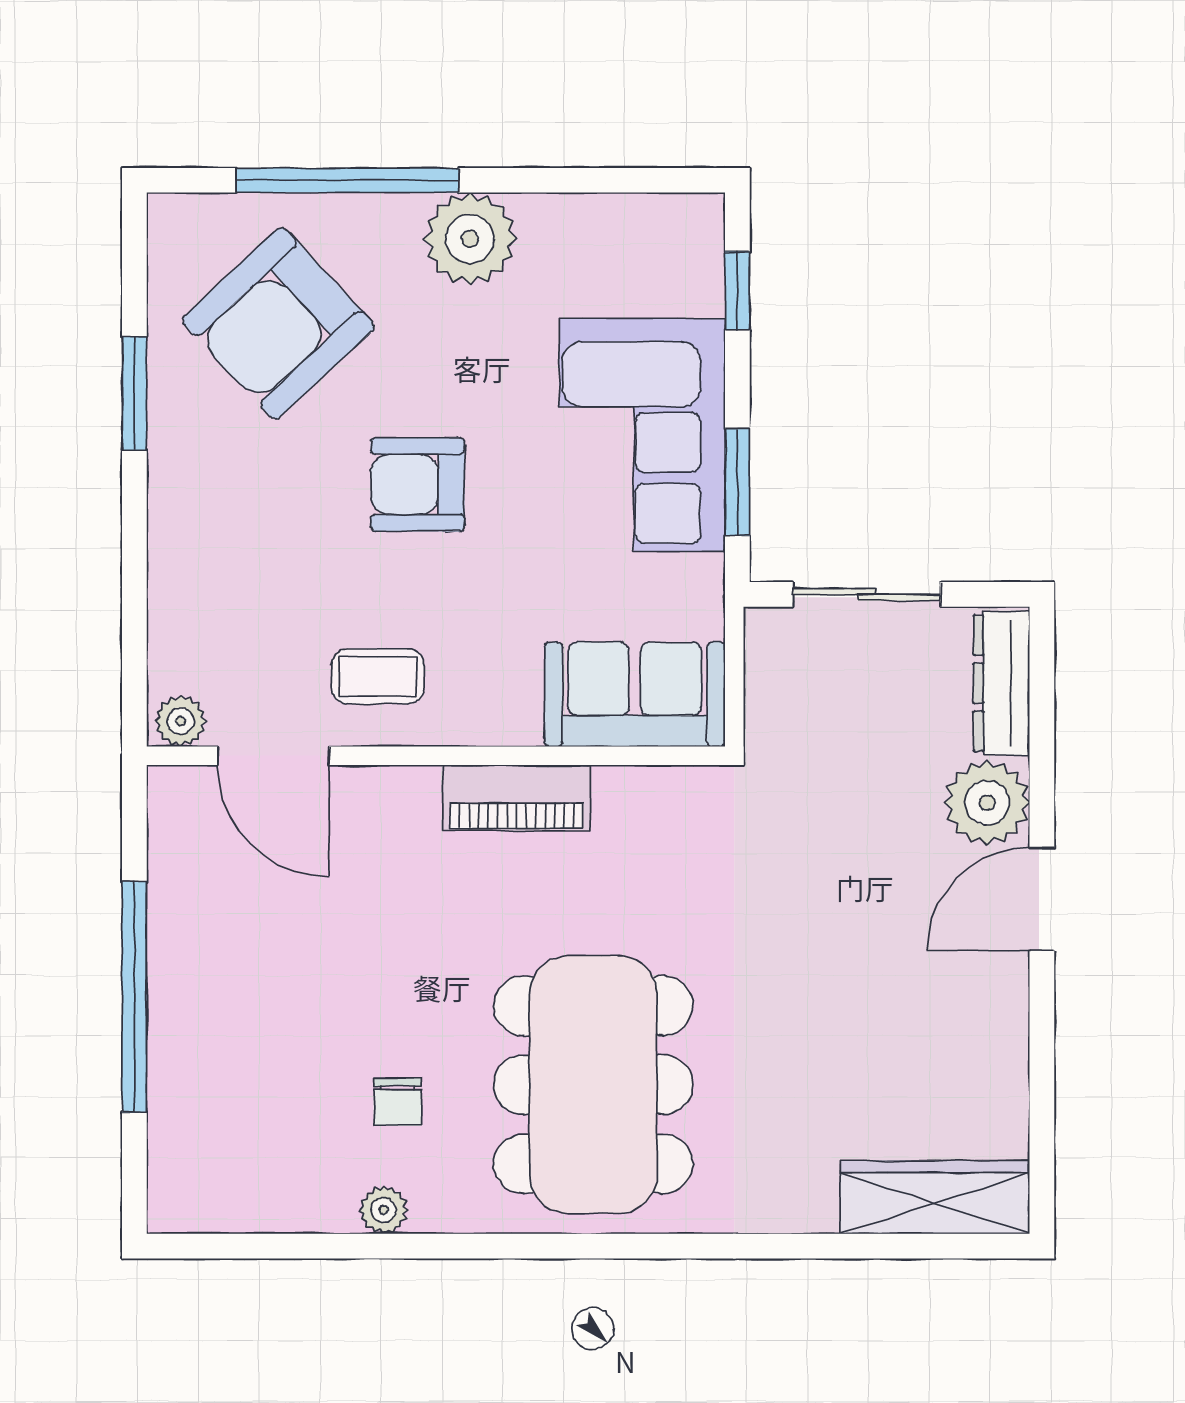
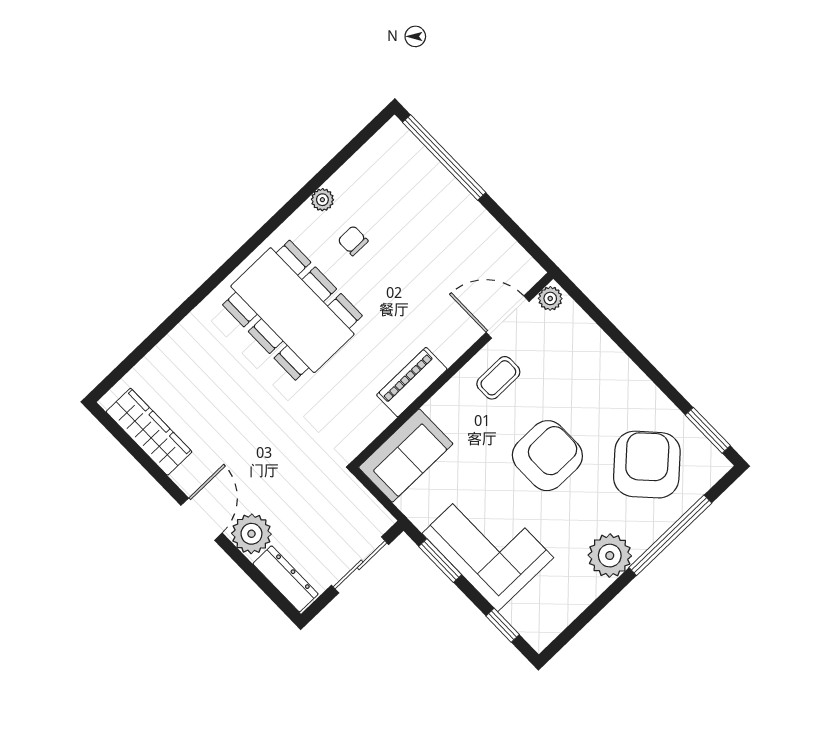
window: (134, 394) -> (708, 430), moved
armchair: (418, 484) -> (547, 456), width x1.36, depth x1.36
window: (134, 997) -> (444, 157), moved
wardrobe: (935, 1197) -> (149, 432), moved, turned -90

